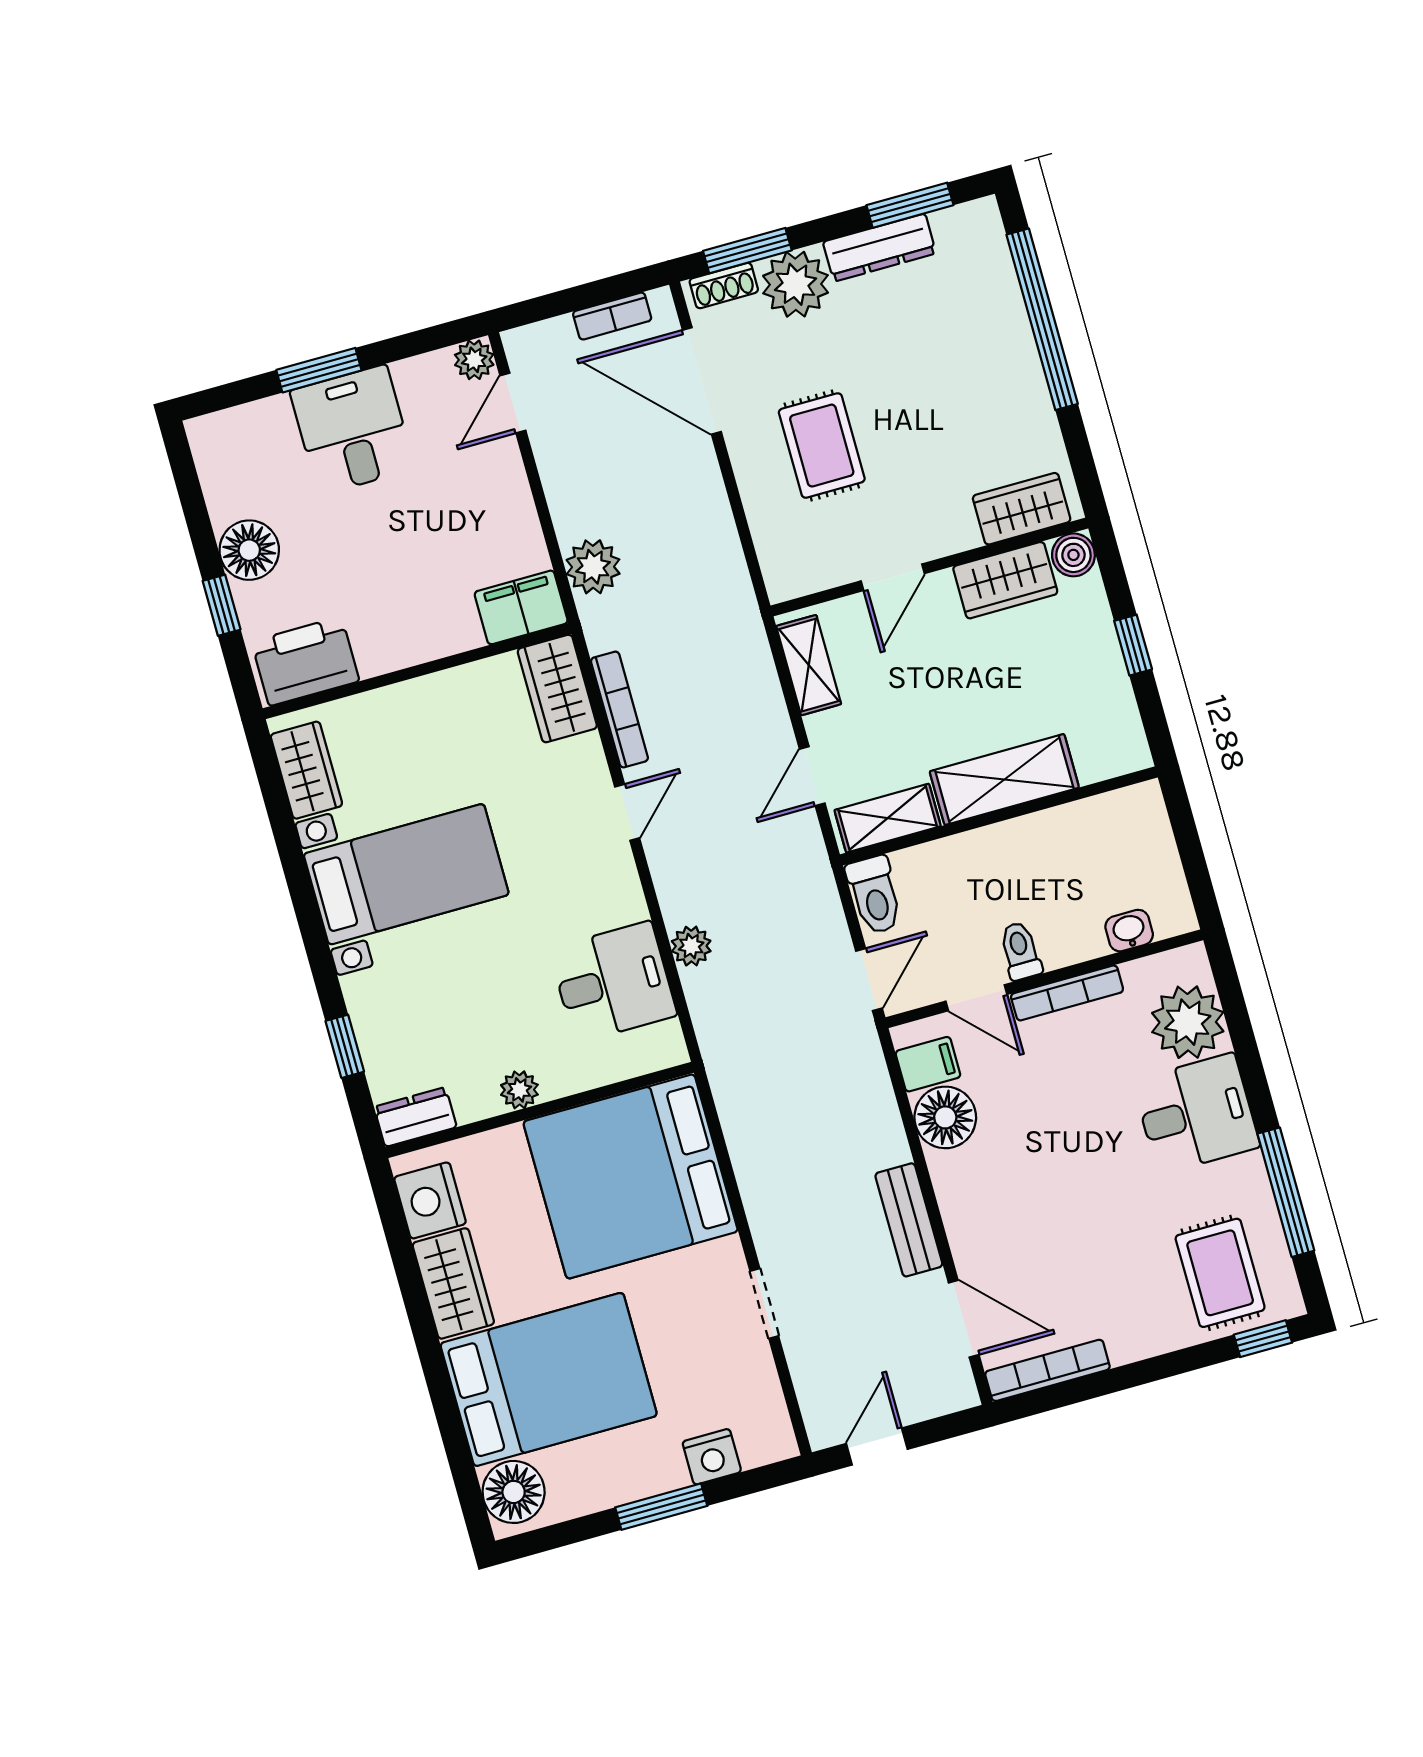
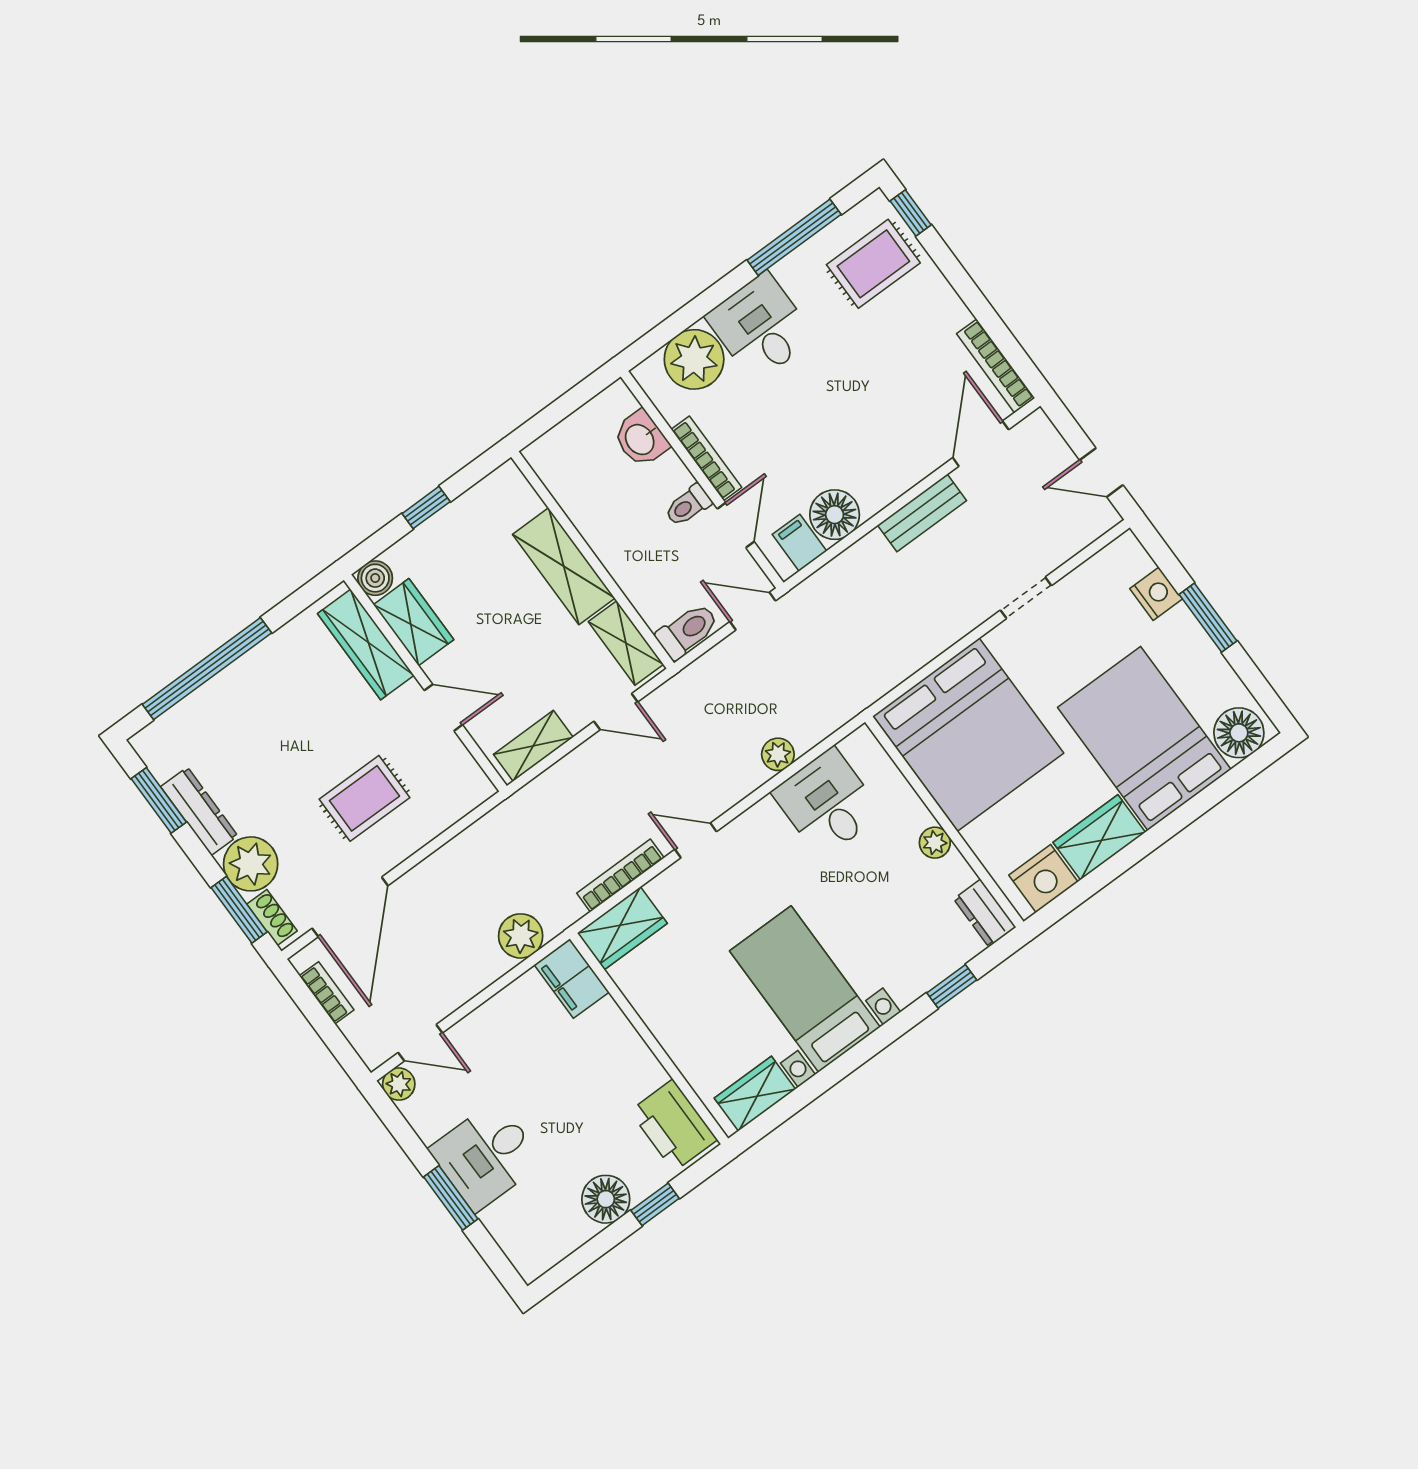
wardrobe: (1022, 509) -> (366, 645), width x1.50
washbasin: (1129, 931) -> (641, 439), width x1.38, depth x1.45

